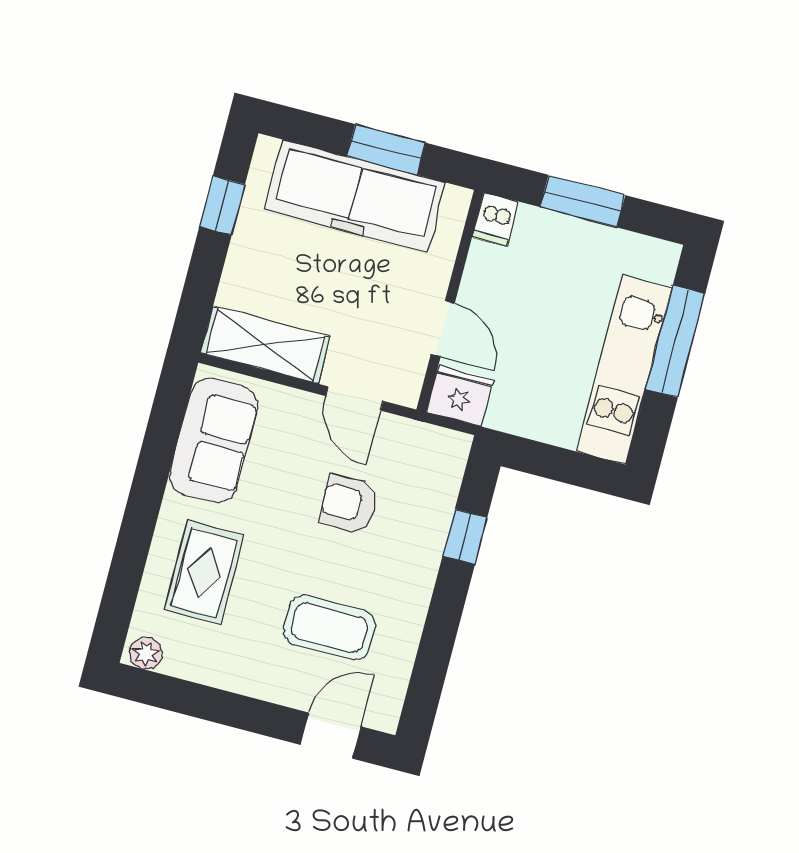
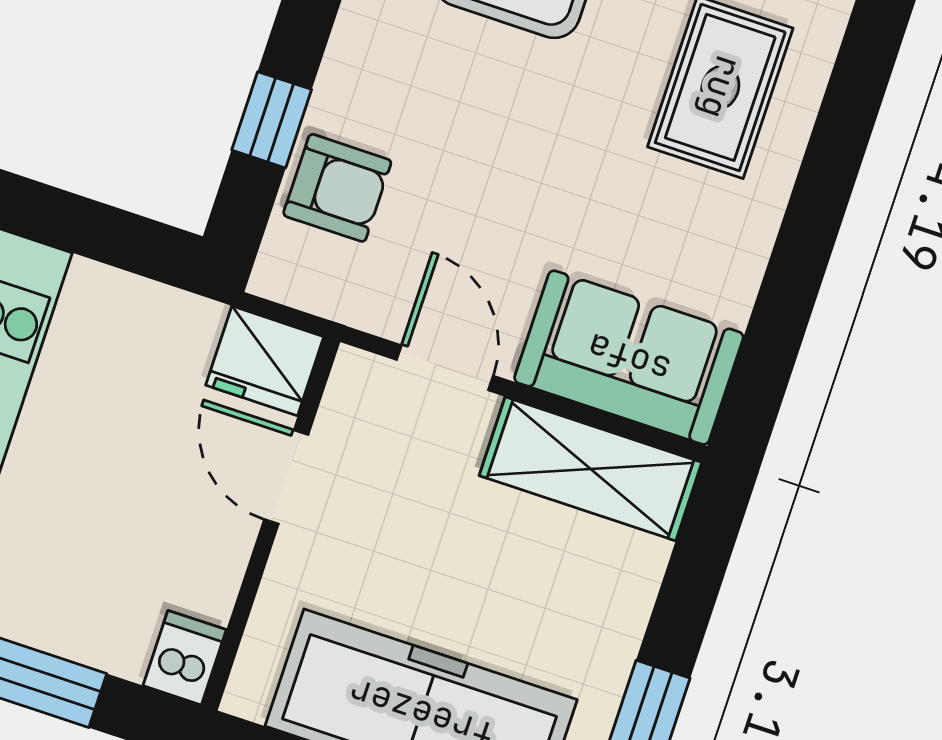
sofa: (214, 440) -> (629, 358), moved, turned 90
armchair: (349, 504) -> (337, 188), moved

